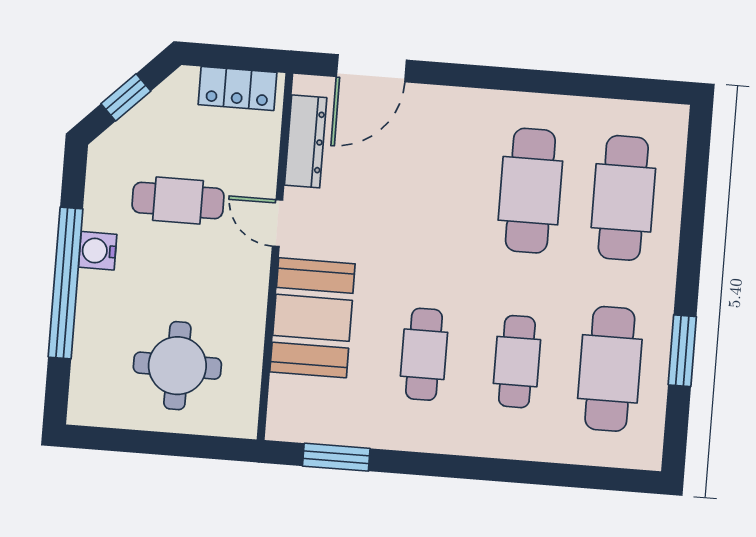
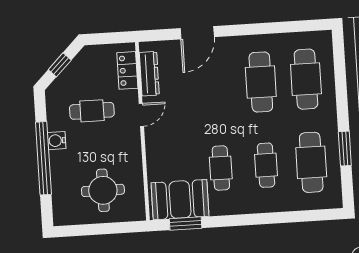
door: (371, 68) -> (197, 33), moved
locker: (237, 89) -> (127, 70), moved, turned 90
door: (278, 223) -> (141, 115), swing flipped
booth: (312, 318) -> (180, 200), moved, turned 90

